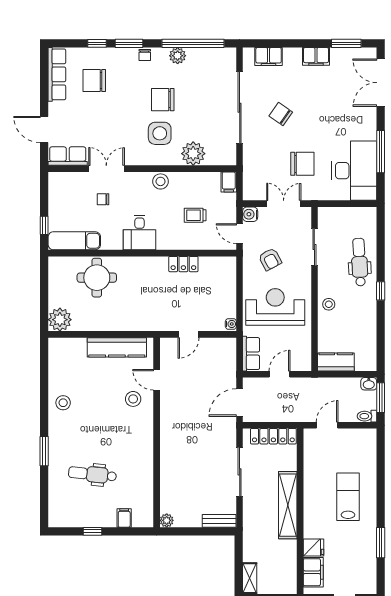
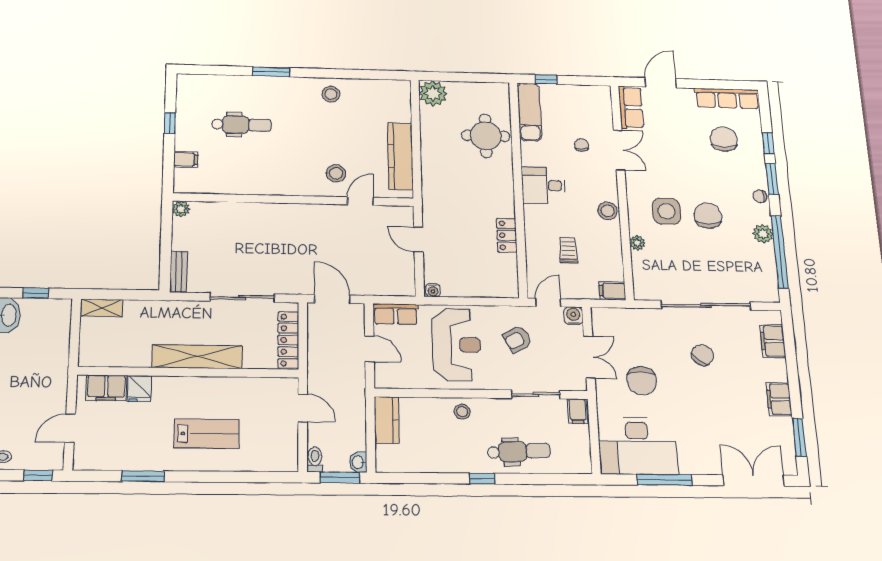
plant: (193, 154) -> (637, 243), width x0.53, depth x0.53
filing cabinet: (327, 215) -> (578, 411), added
dental chair: (92, 474) -> (242, 125), turned 84

